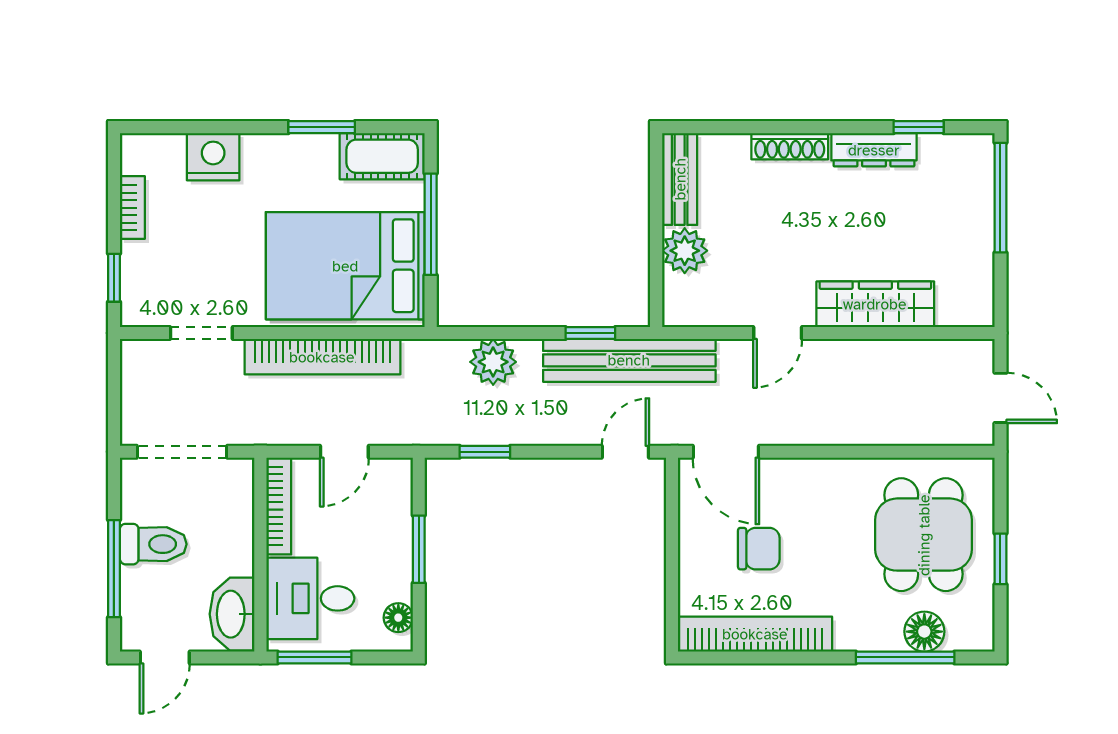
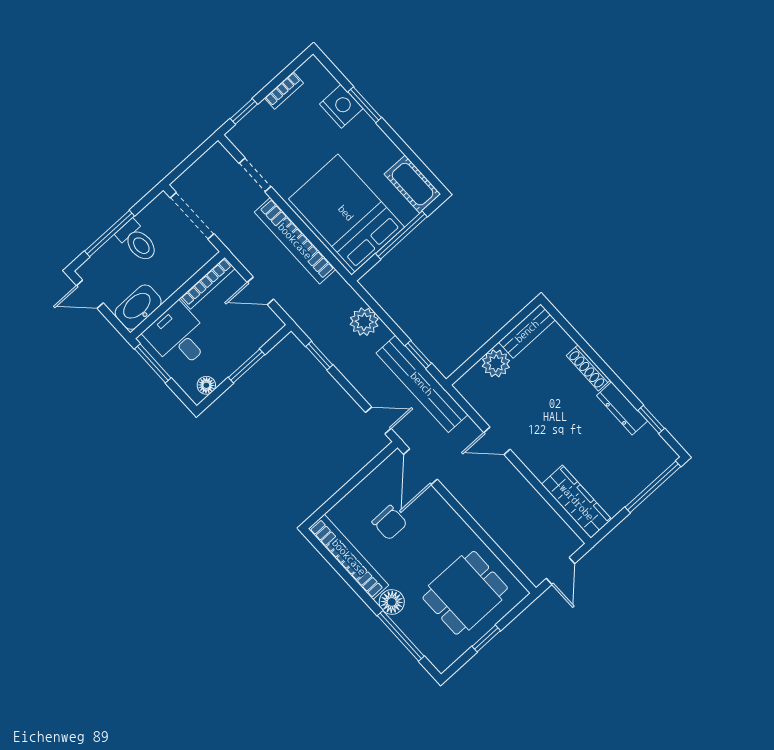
window: (322, 127) -> (365, 105), moved
wardrobe: (875, 304) -> (577, 502), moved
floor lamp: (924, 632) -> (392, 602), moved

